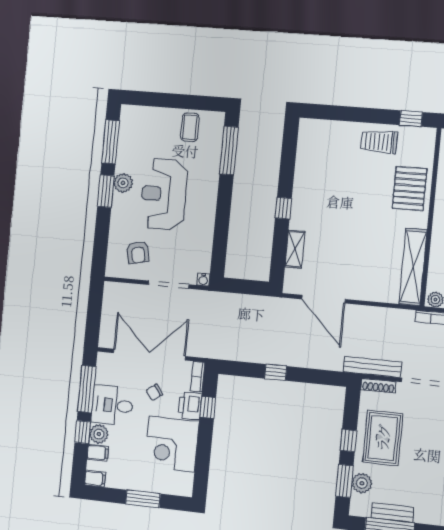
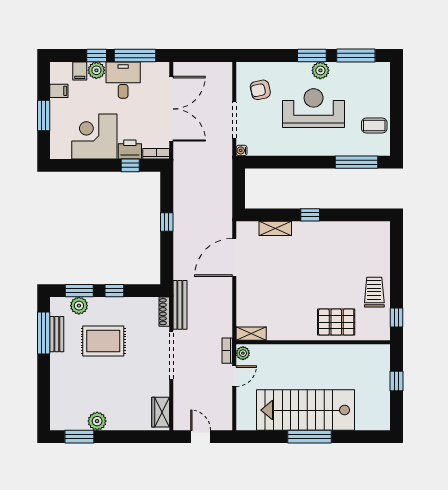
shelving: (413, 267) -> (251, 334), width x0.45, depth x0.75
chair: (154, 392) -> (138, 117), removed
rug: (383, 438) -> (103, 341), moved
filing cabinet: (95, 479) -> (59, 91), moved, turned -90

